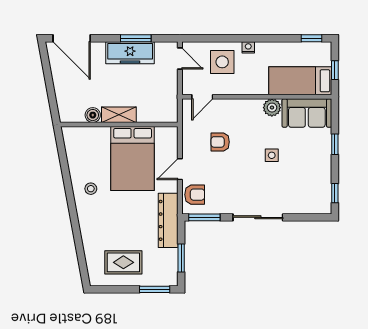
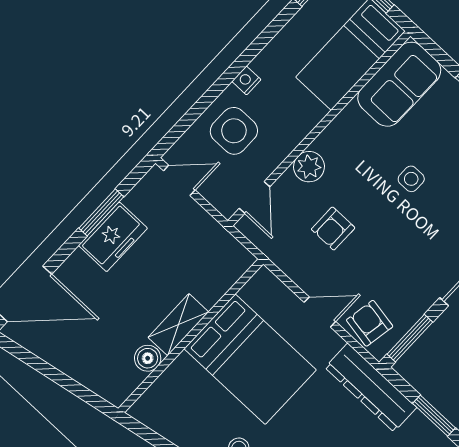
freezer: (130, 53) -> (113, 237), width x0.71
plant: (272, 108) -> (309, 167), moved
door: (180, 169) -> (320, 312), swing flipped
armchair: (195, 195) -> (370, 323), turned -80

